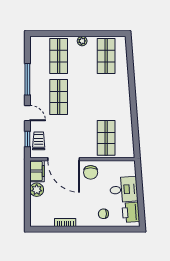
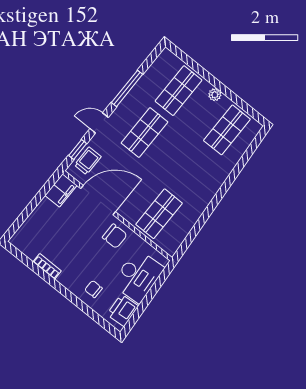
door: (27, 113) -> (99, 123), swing flipped
door: (64, 159) -> (98, 200), swing flipped
chair: (91, 172) -> (115, 236), turned -90
plant: (37, 190) -> (45, 209), removed
desk: (124, 190) -> (138, 276), width x1.37

